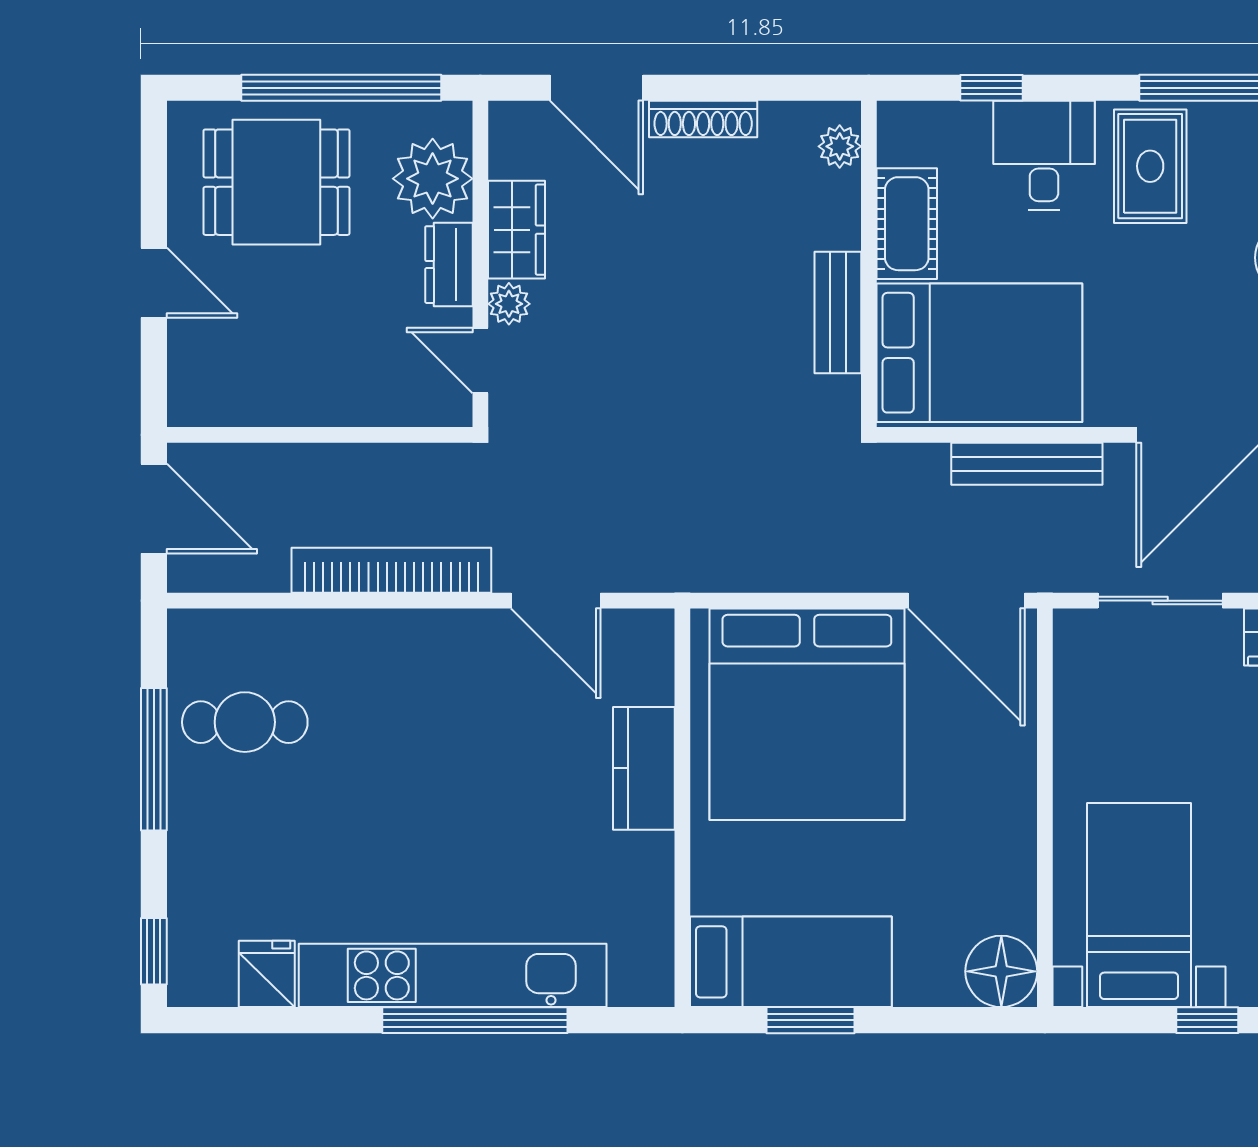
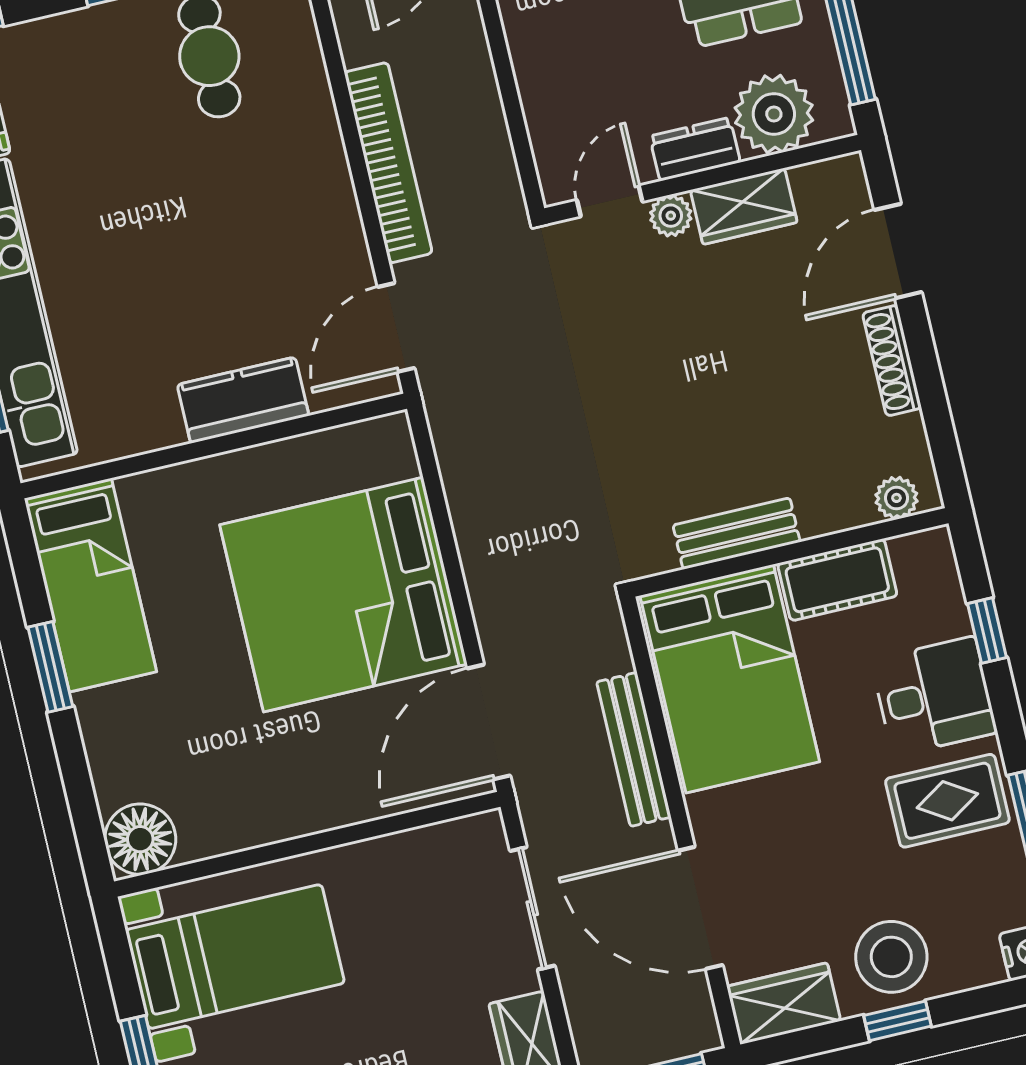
kitchen counter: (644, 768) -> (243, 400), moved
wall: (682, 808) -> (214, 446), moved
bed: (791, 962) -> (90, 585), moved

